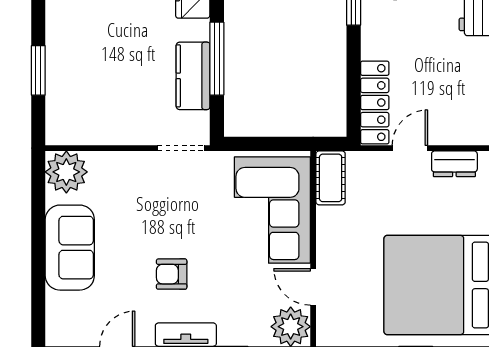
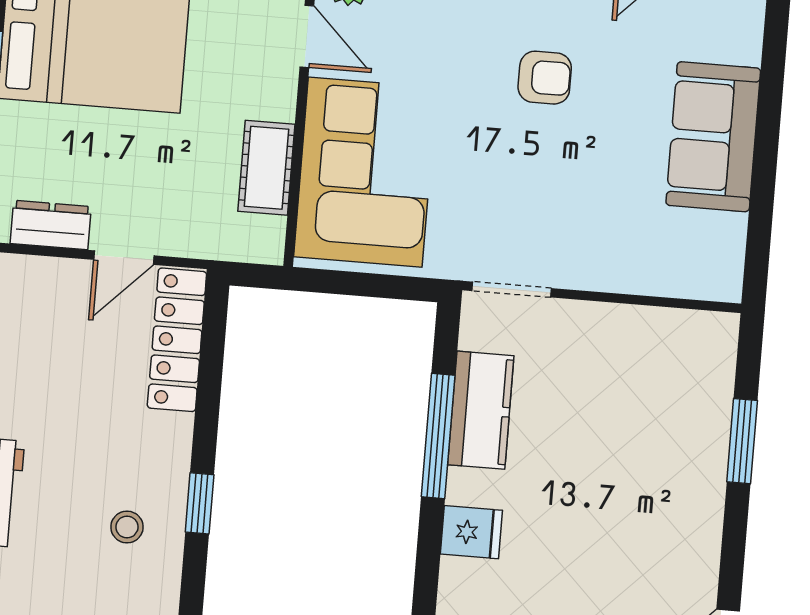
plant: (66, 172) -> (709, 265), removed
cot: (331, 178) -> (266, 168), moved

